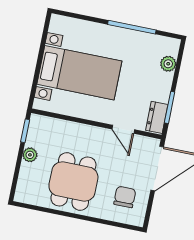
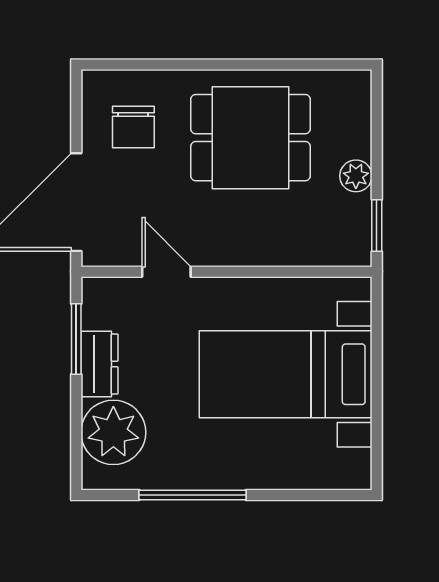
plant: (168, 64) -> (113, 432), width x1.87, depth x1.87
dresser: (157, 117) -> (99, 364), moved
dining table: (73, 182) -> (251, 138), turned 90

